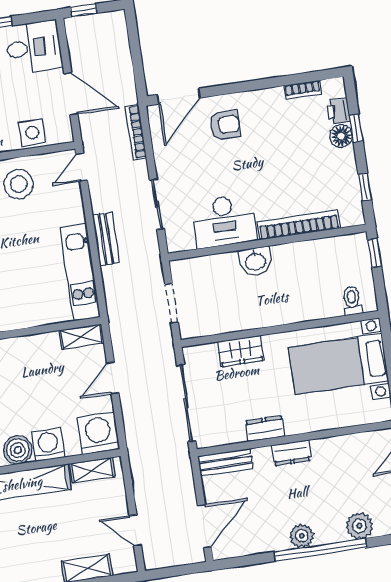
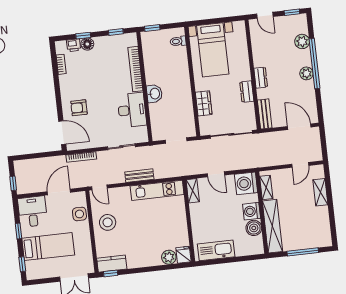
armchair: (225, 125) -> (79, 108), turned -90

